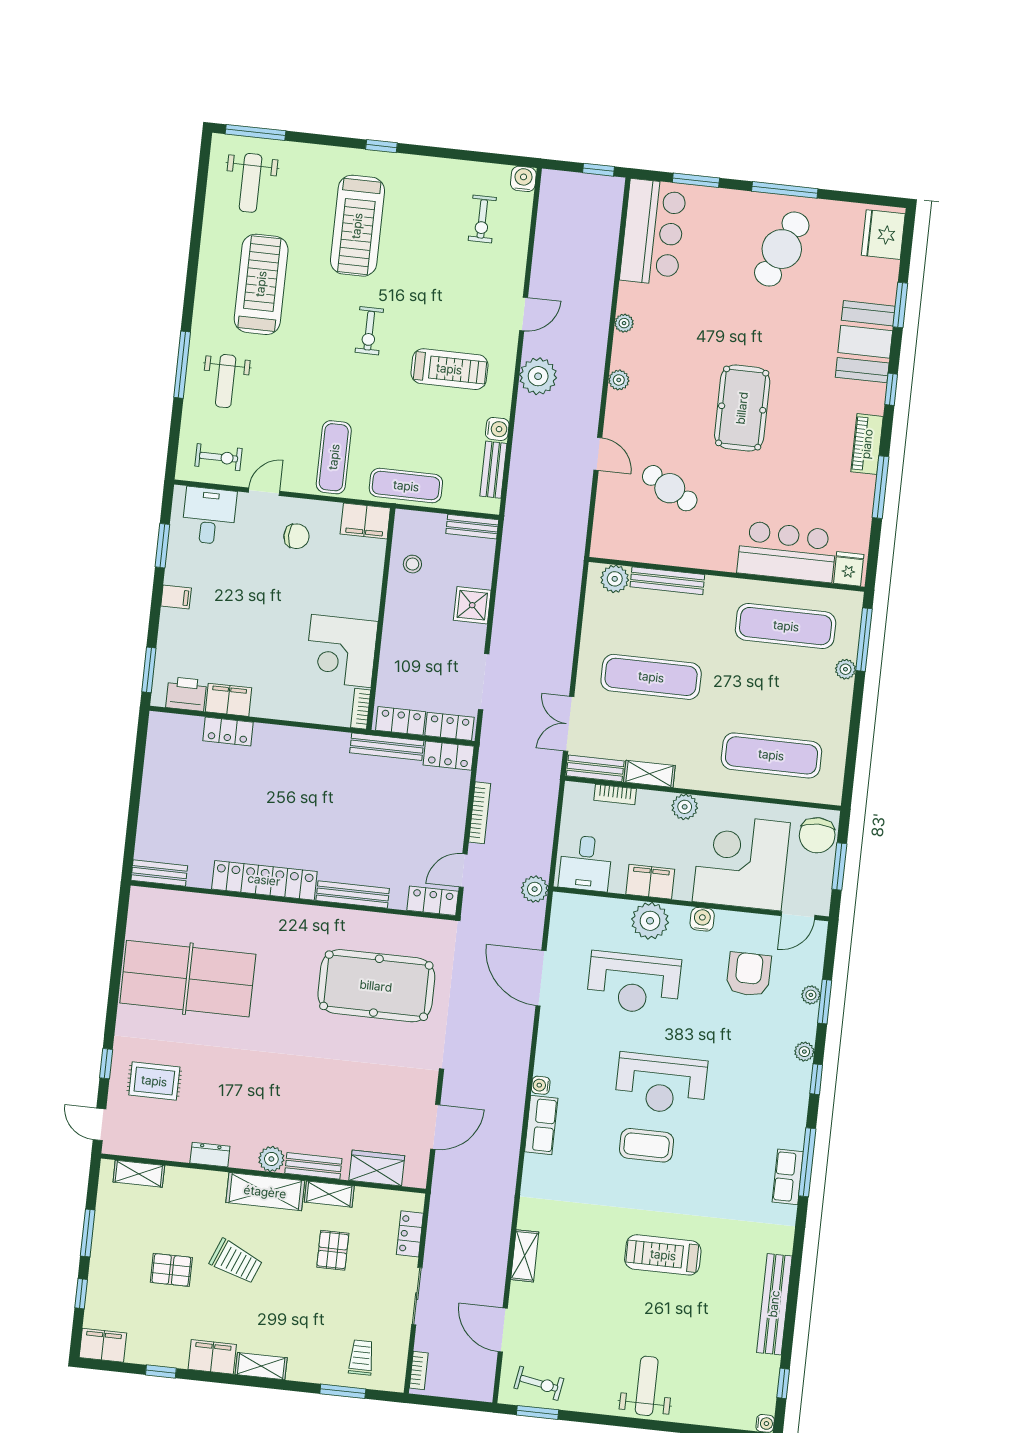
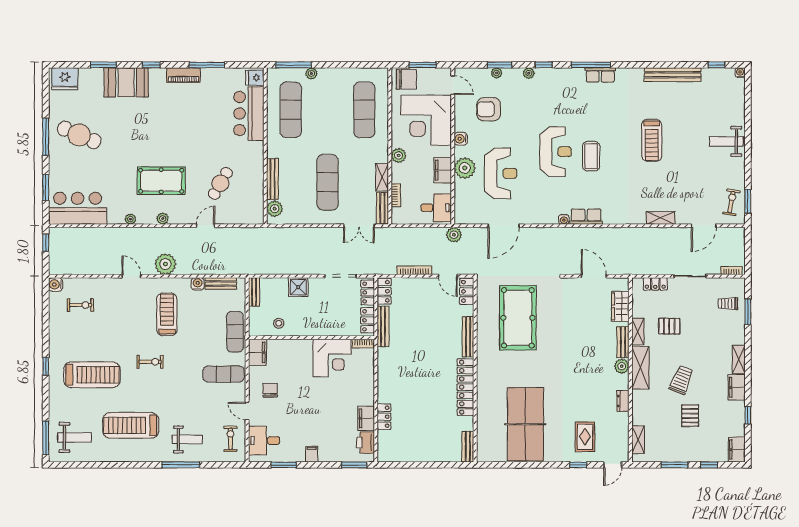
pool table: (742, 408) -> (161, 181), moved

